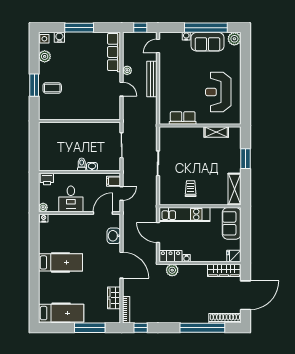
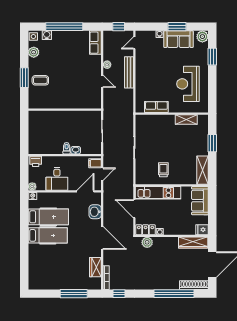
window: (79, 28) -> (64, 27), width x1.46
window: (206, 28) -> (177, 27), width x0.47
row of seats: (114, 52) -> (95, 43), width x0.68
window: (245, 61) -> (212, 57), added
hospital bed: (61, 313) -> (48, 217), moved

